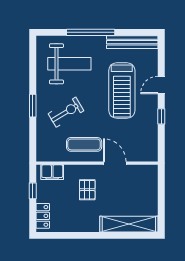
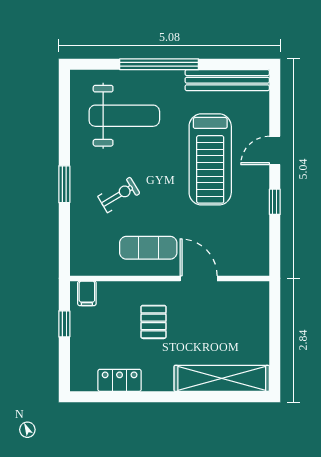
exercise bike: (66, 112) -> (119, 195), width x0.73, depth x0.72
filing cabinet: (52, 172) -> (87, 293), width x0.50
locker: (43, 216) -> (120, 380), moved, turned -90

